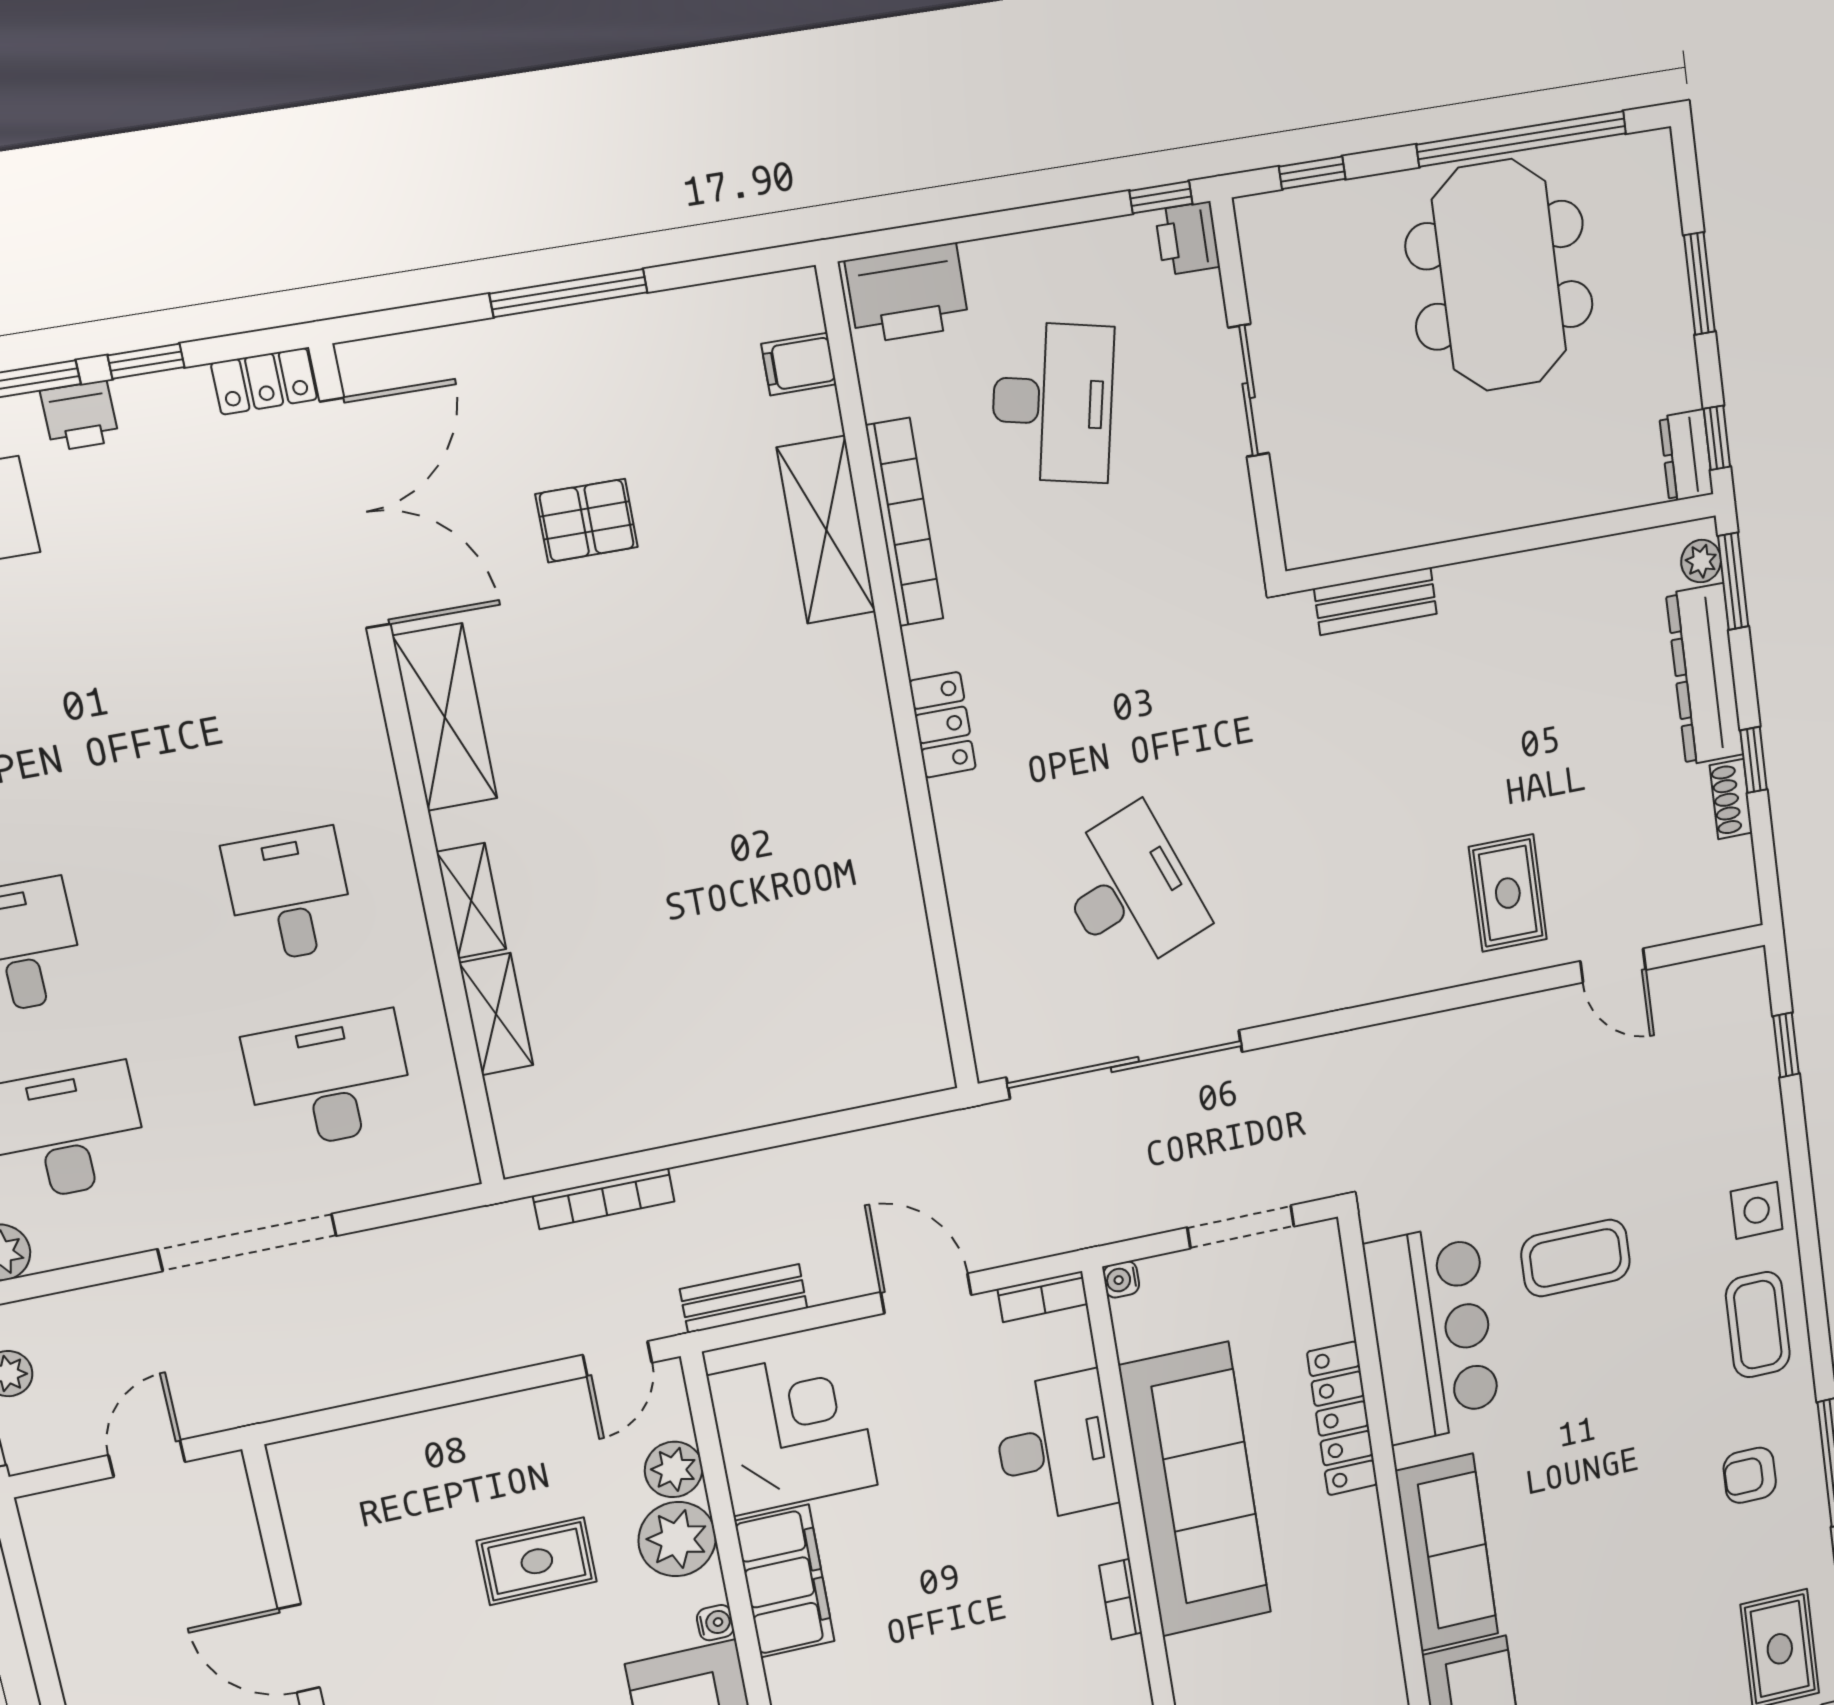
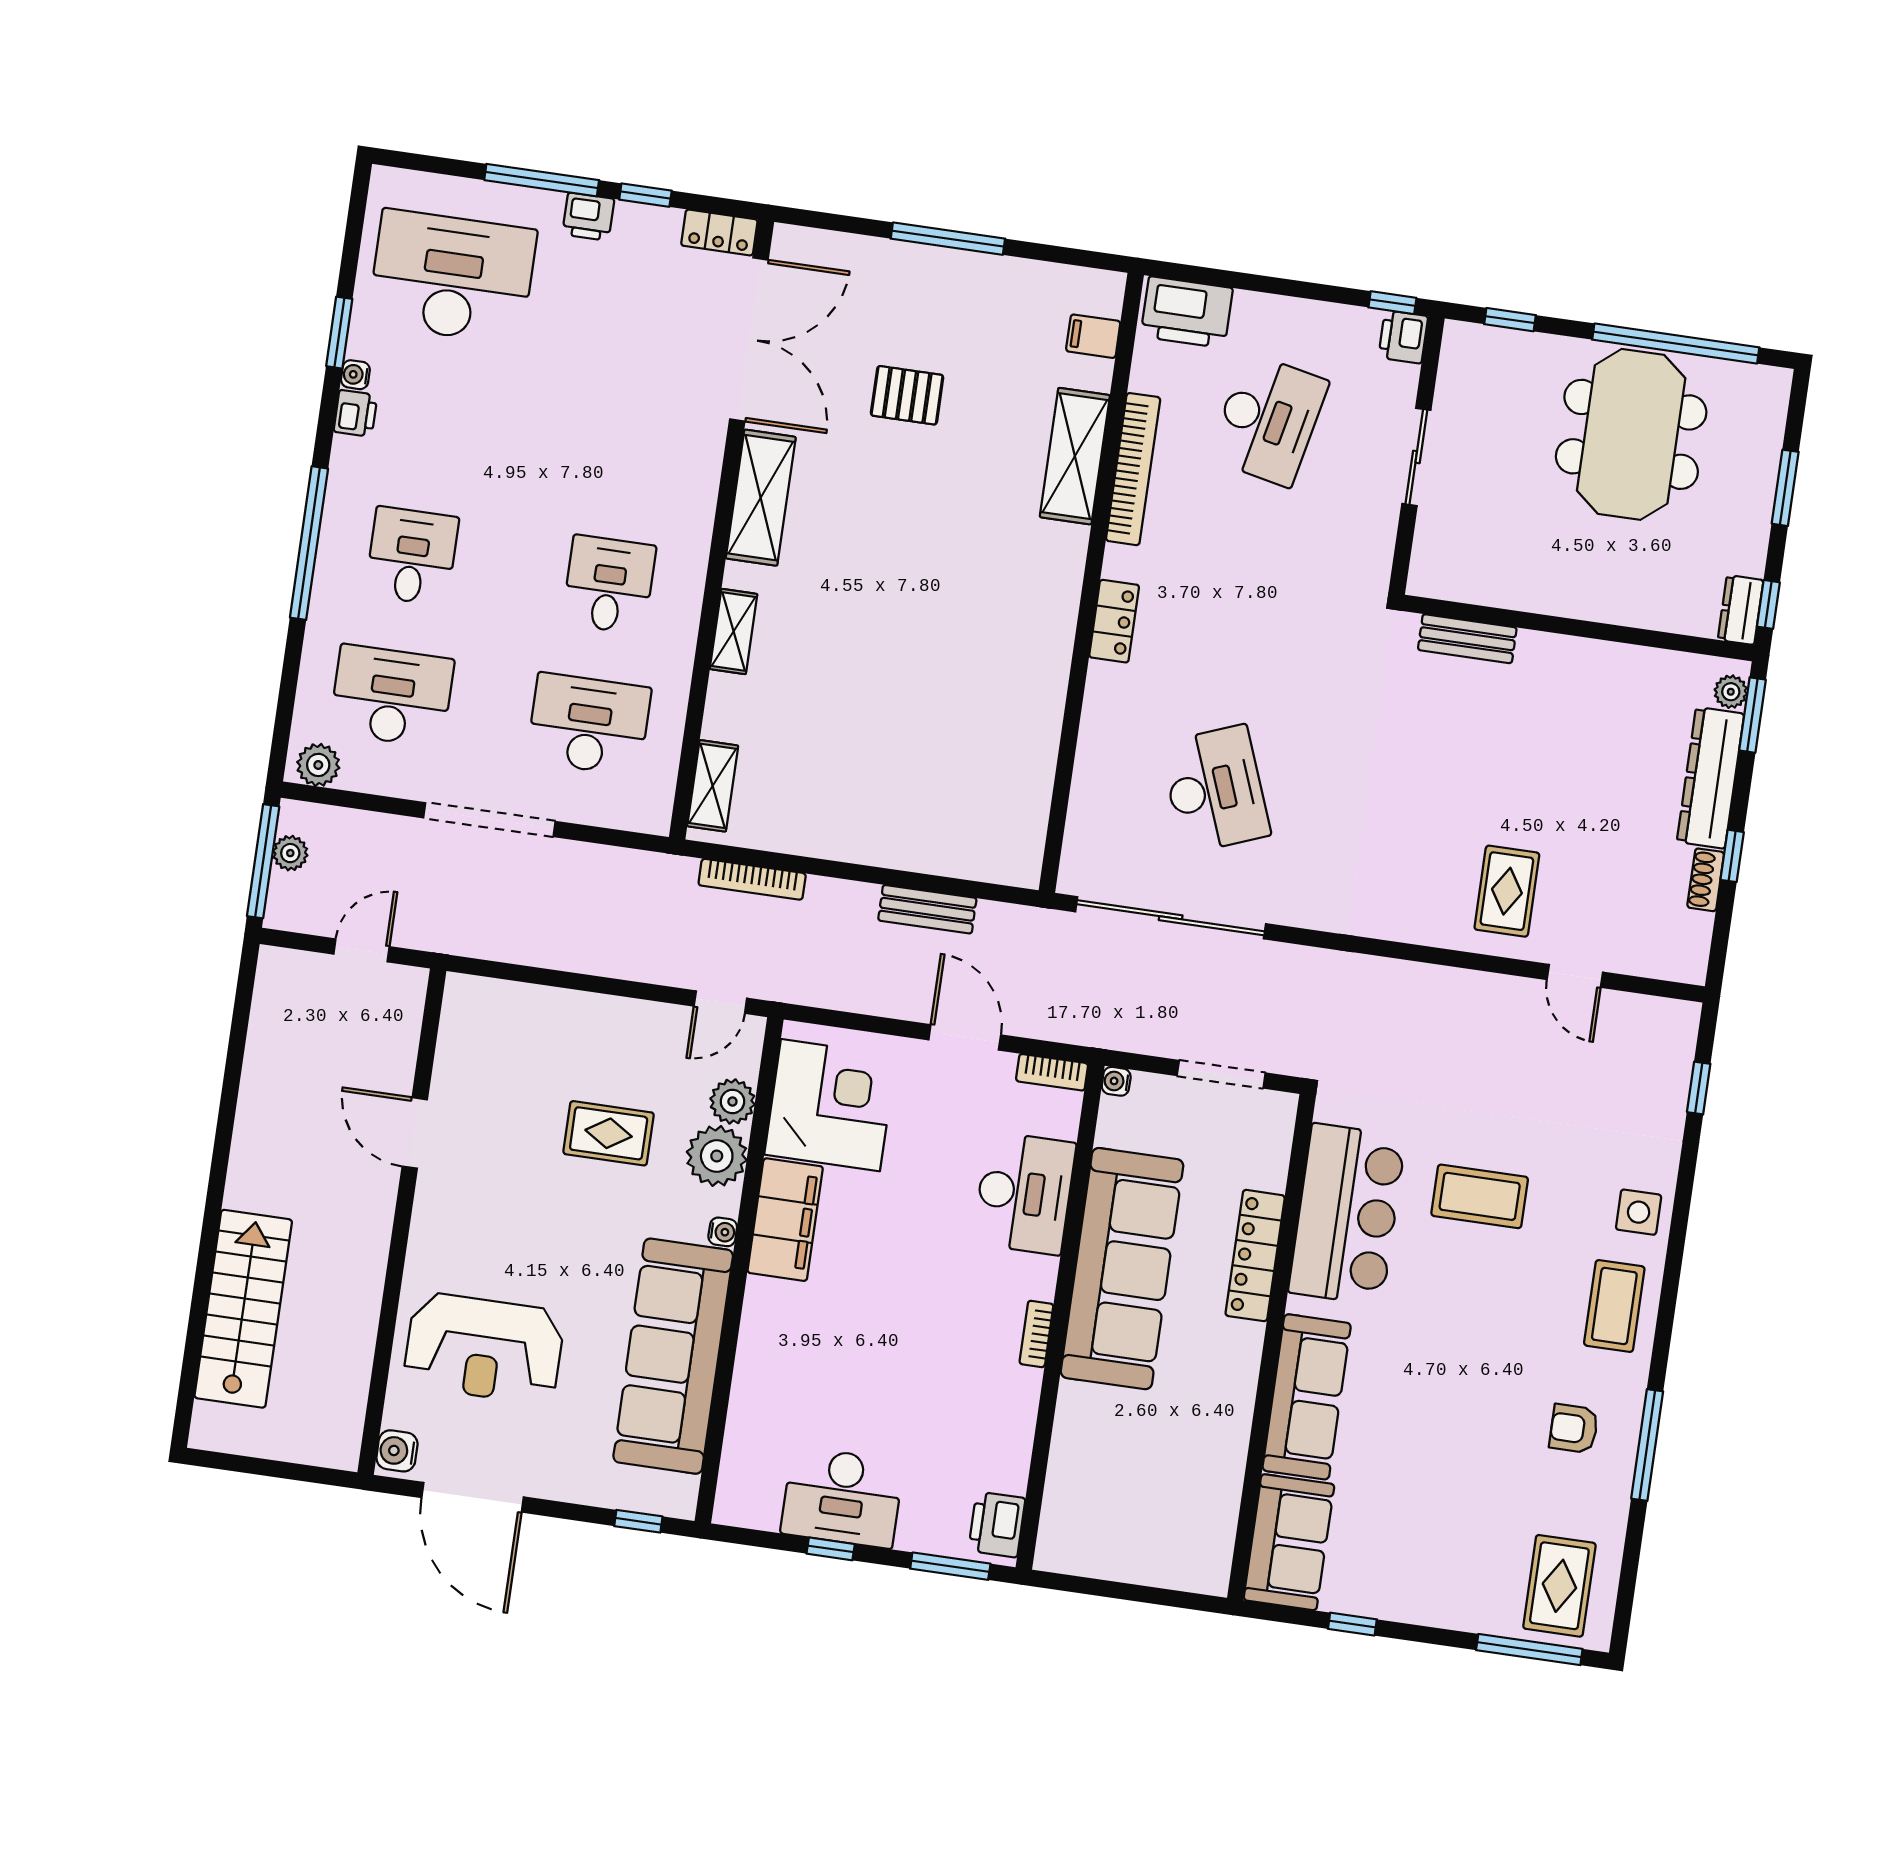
shelving: (496, 1014) -> (713, 786), moved
bench: (744, 1299) -> (927, 909), moved

